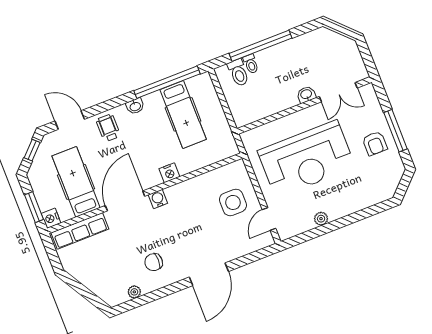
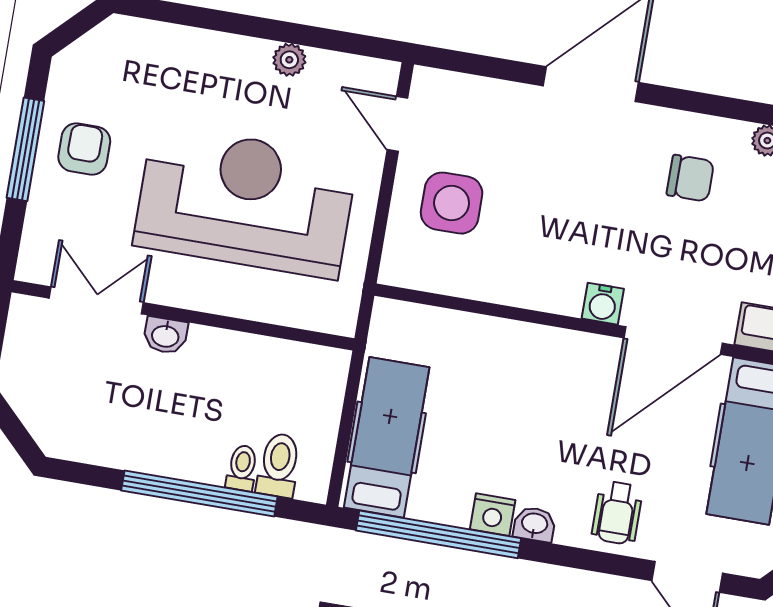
hospital bed: (183, 114) -> (387, 437), moved
nightstand: (169, 173) -> (493, 515), moved, turned 180
door: (269, 219) -> (397, 124), swing flipped

